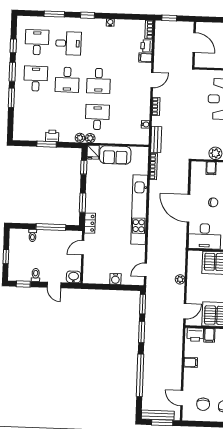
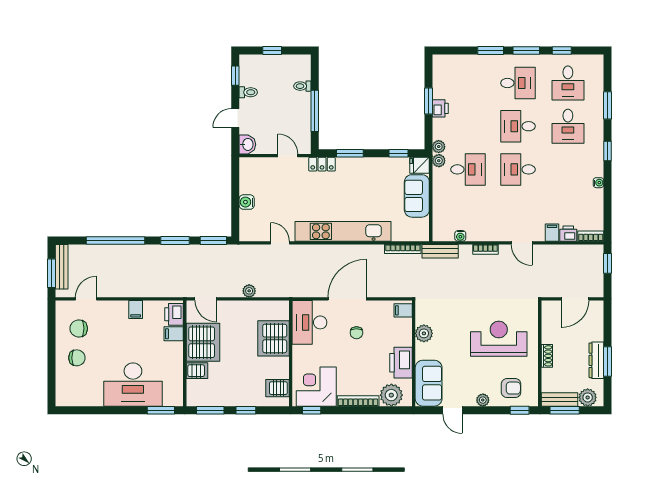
desk: (37, 42) -> (568, 83), turned 90
filing cabinet: (211, 168) -> (403, 310), moved
door: (145, 270) -> (280, 243), moved

